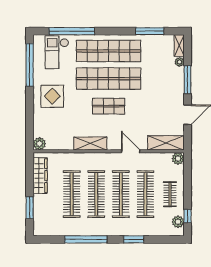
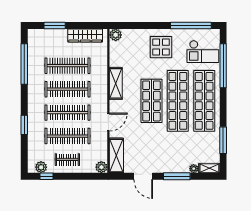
checkout: (57, 52) -> (203, 52), turned 180
shop shelf: (109, 106) -> (151, 101), width x1.43, depth x1.36
window: (86, 239) -> (24, 64), moved

